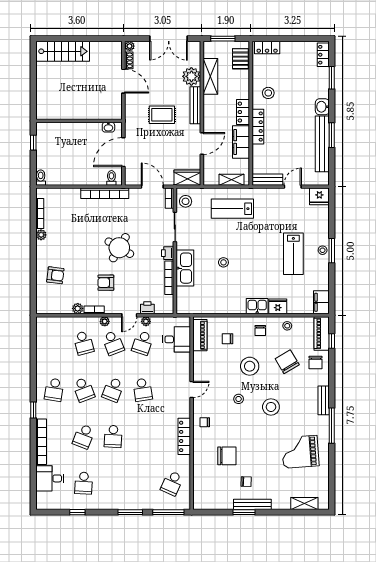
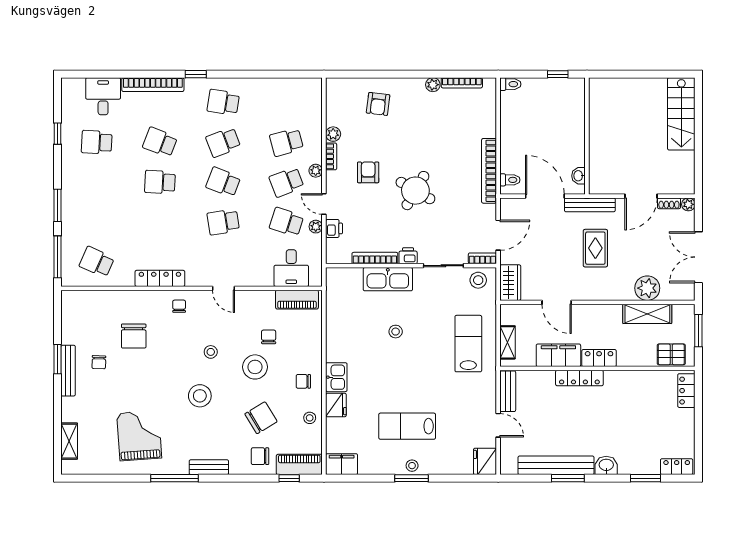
stool: (268, 93) -> (625, 392), removed
bench: (195, 105) -> (590, 205), moved
chair: (227, 339) -> (269, 337), moved

